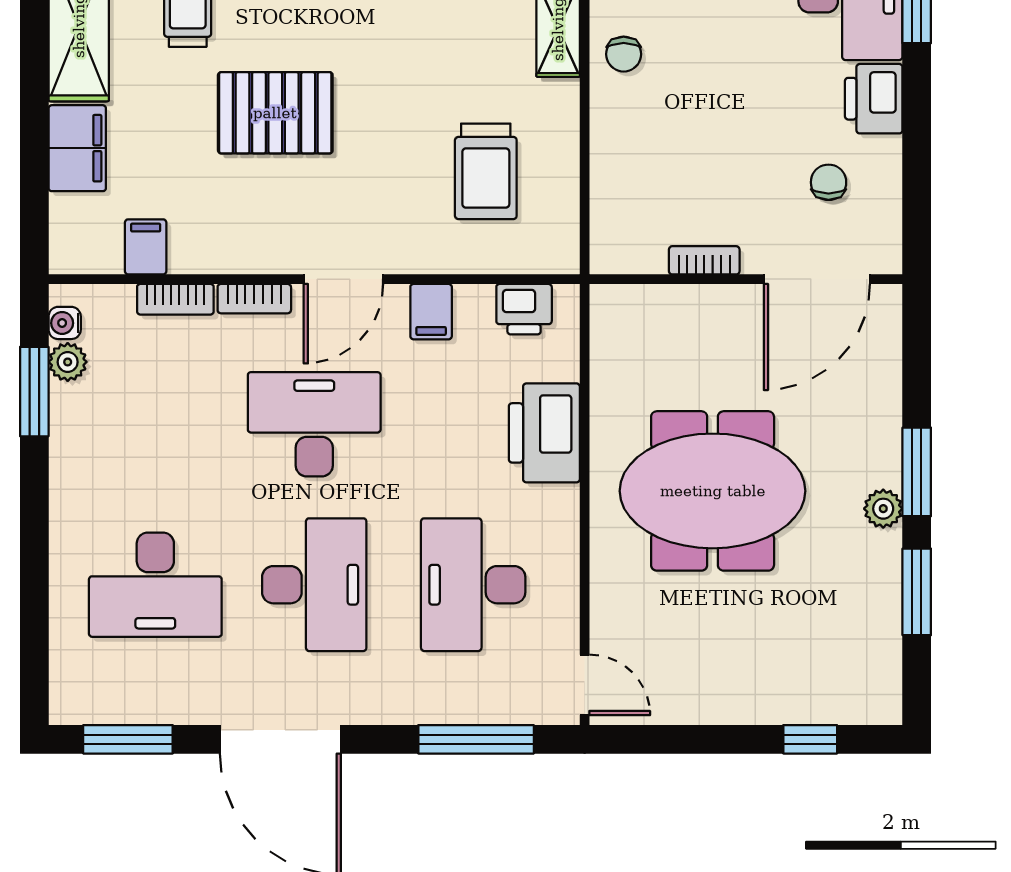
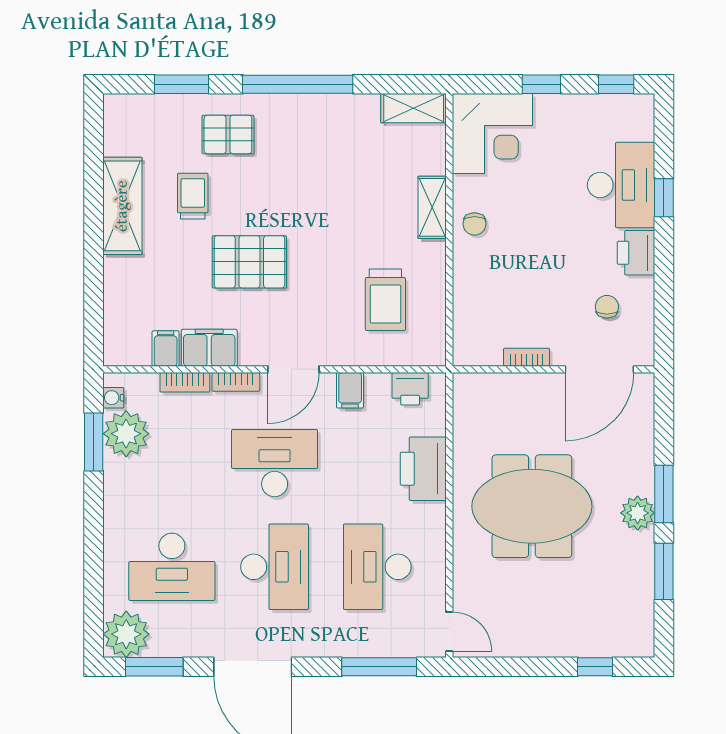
filing cabinet: (77, 148) -> (209, 348), moved, turned -90
plant: (68, 362) -> (126, 434), width x1.87, depth x1.87
plant: (883, 509) -> (638, 513), width x1.38, depth x1.38
plant: (85, 689) -> (126, 634), added

